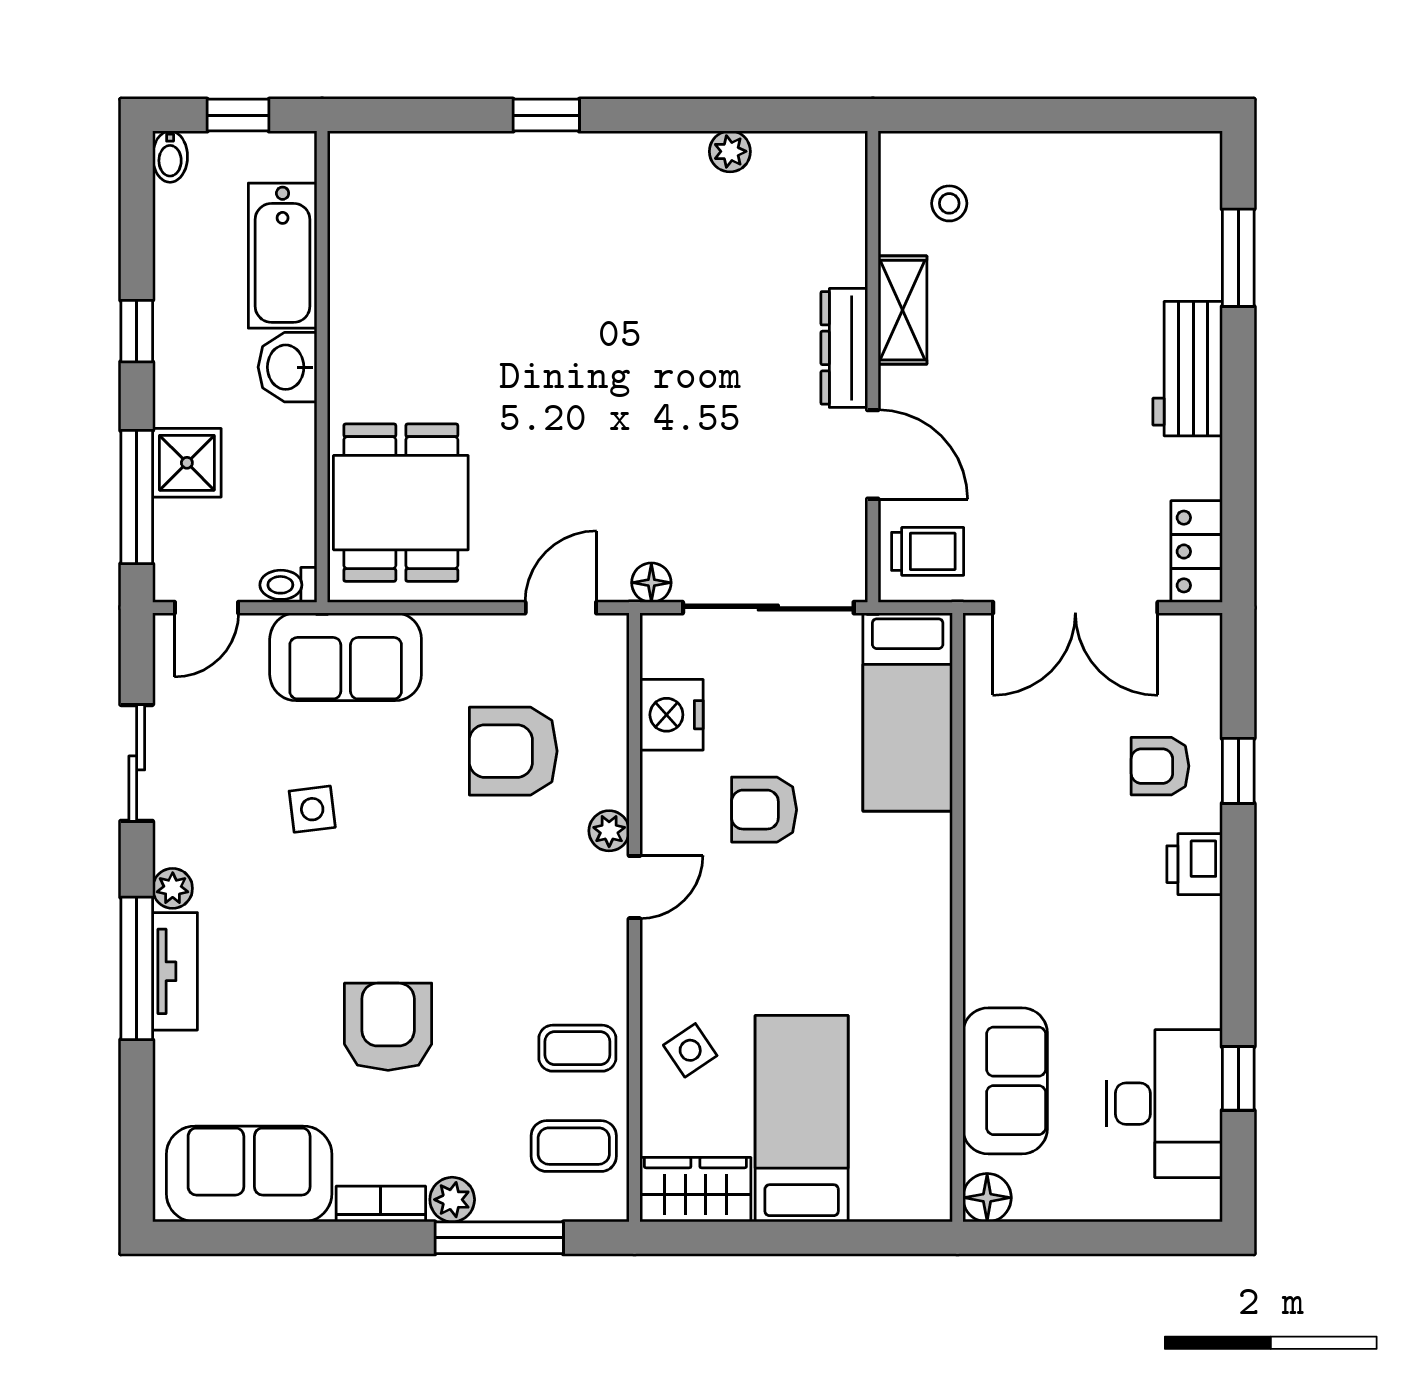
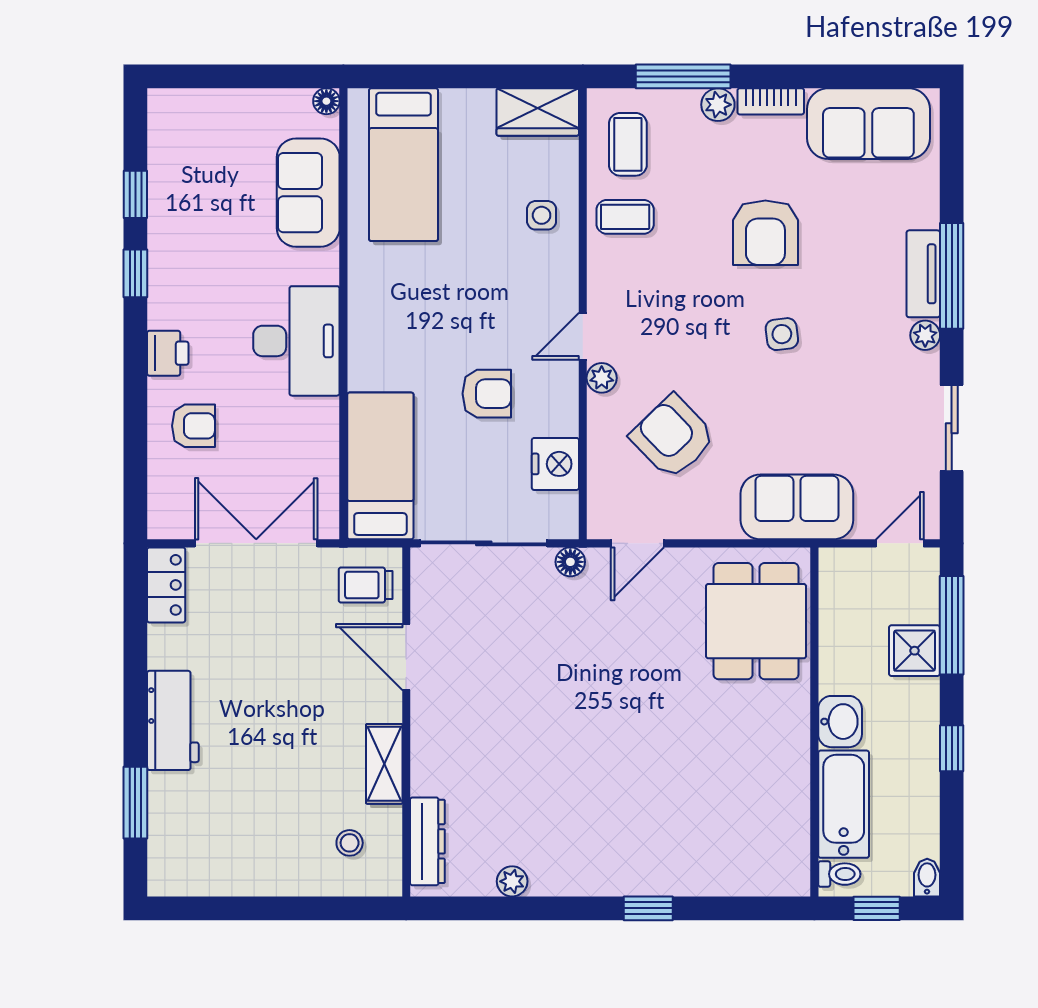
dresser: (844, 348) -> (427, 841), moved
toilet: (288, 585) -> (839, 874), moved
armchair: (513, 751) -> (673, 437), turned -134
window: (1238, 771) -> (135, 273), moved
side table: (312, 809) -> (782, 334), moved
side table: (690, 1050) -> (542, 215), turned 34
desk: (1164, 1104) -> (296, 341), moved, turned 180
bed: (802, 1119) -> (403, 165), moved
coffee table: (574, 1146) -> (628, 144), turned 90
floor lamp: (987, 1198) -> (326, 101), width x0.73, depth x0.73

